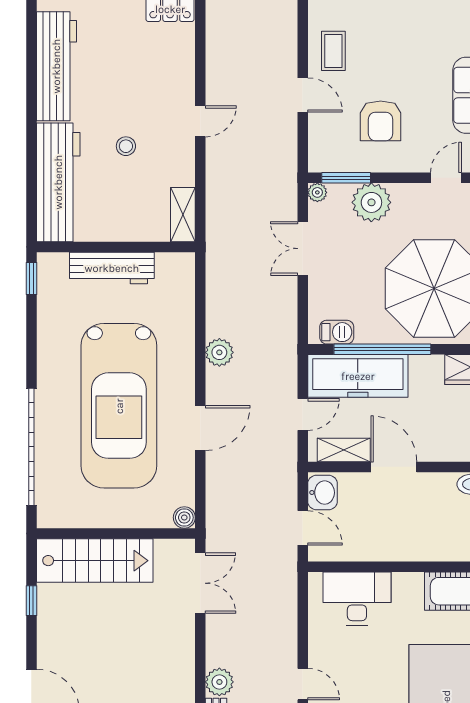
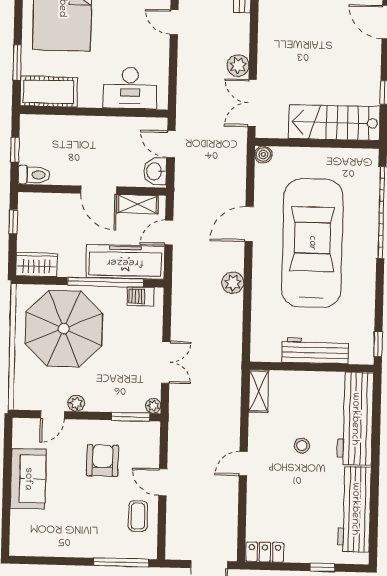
plant: (371, 202) -> (76, 403), moved, width x0.53, depth x0.53
plant: (219, 682) -> (238, 66), moved

